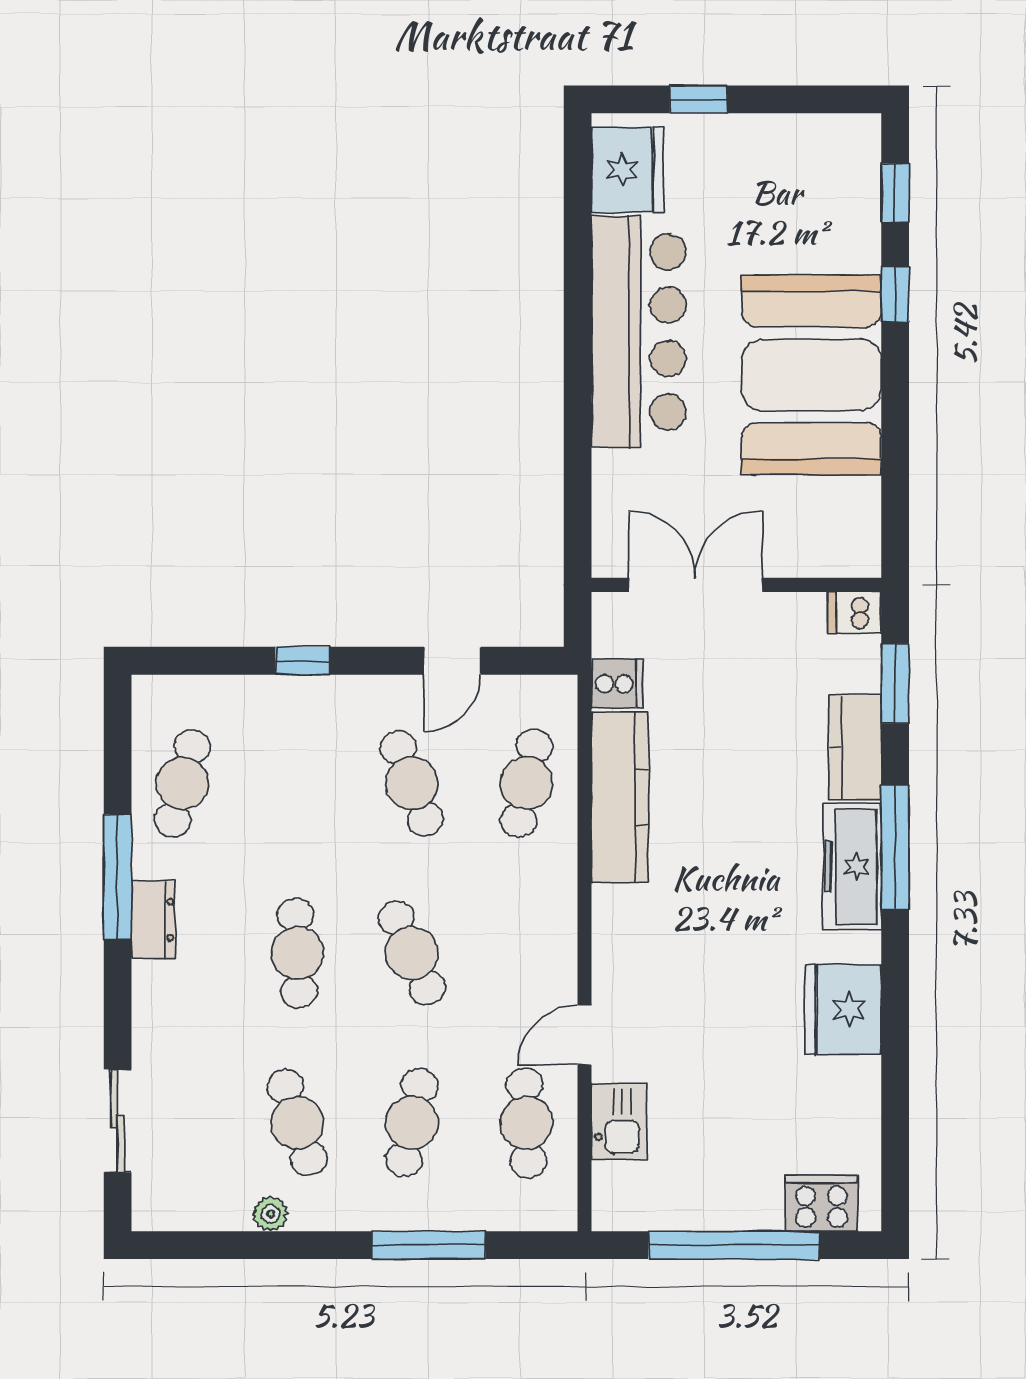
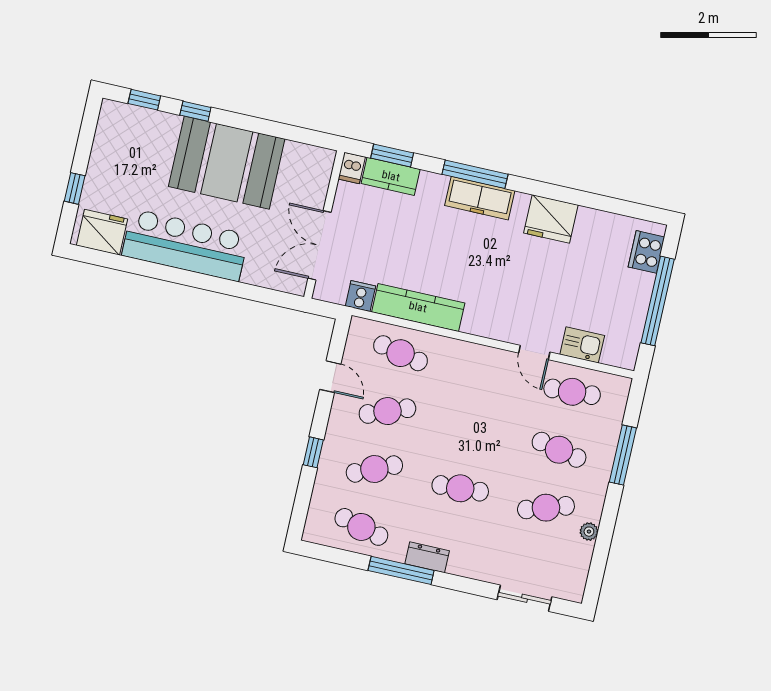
kitchen counter: (855, 748) -> (391, 176), moved
cafe table: (412, 953) -> (374, 469), moved

